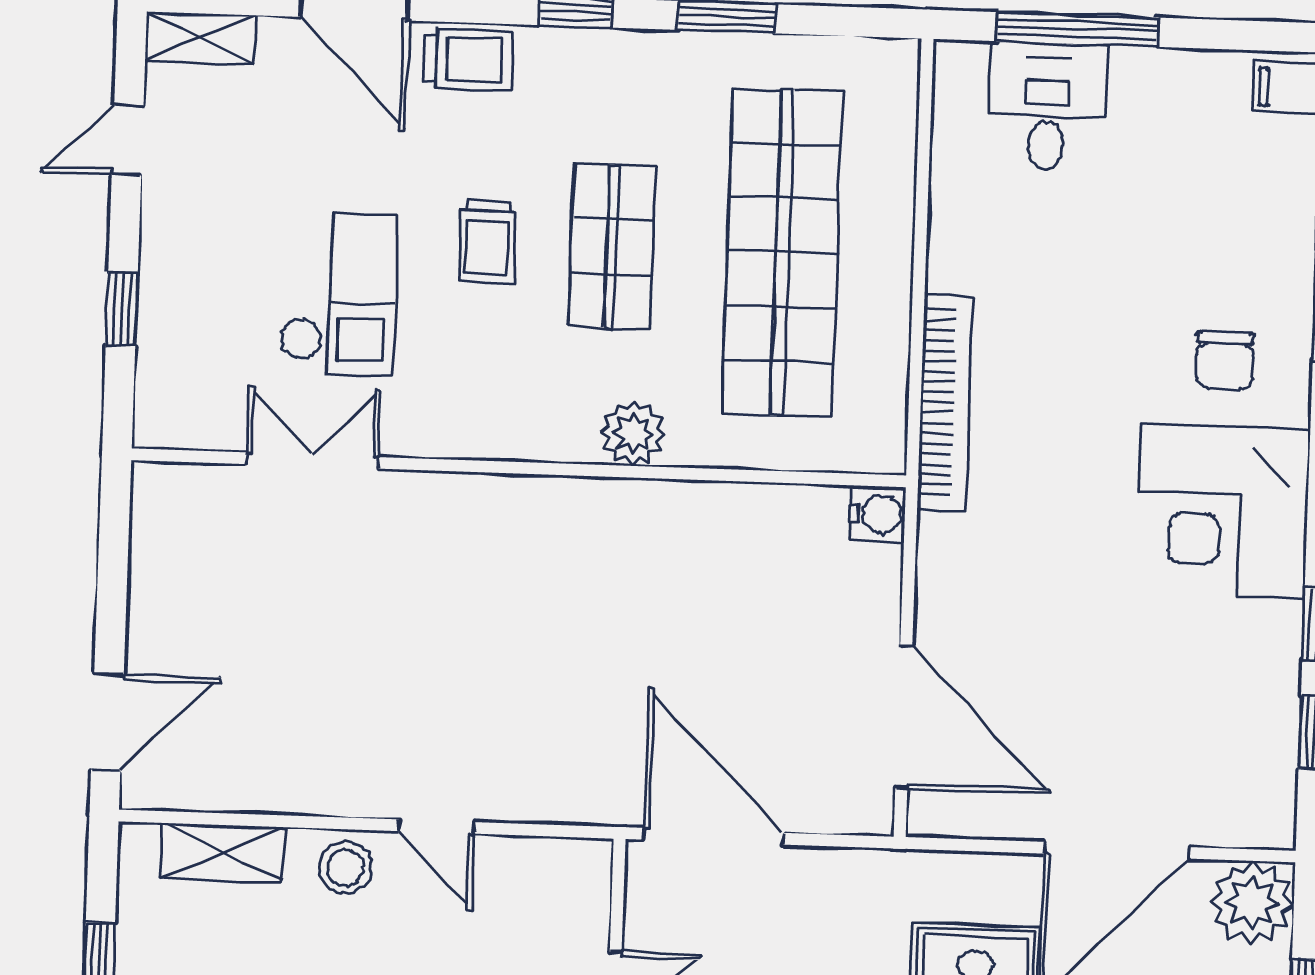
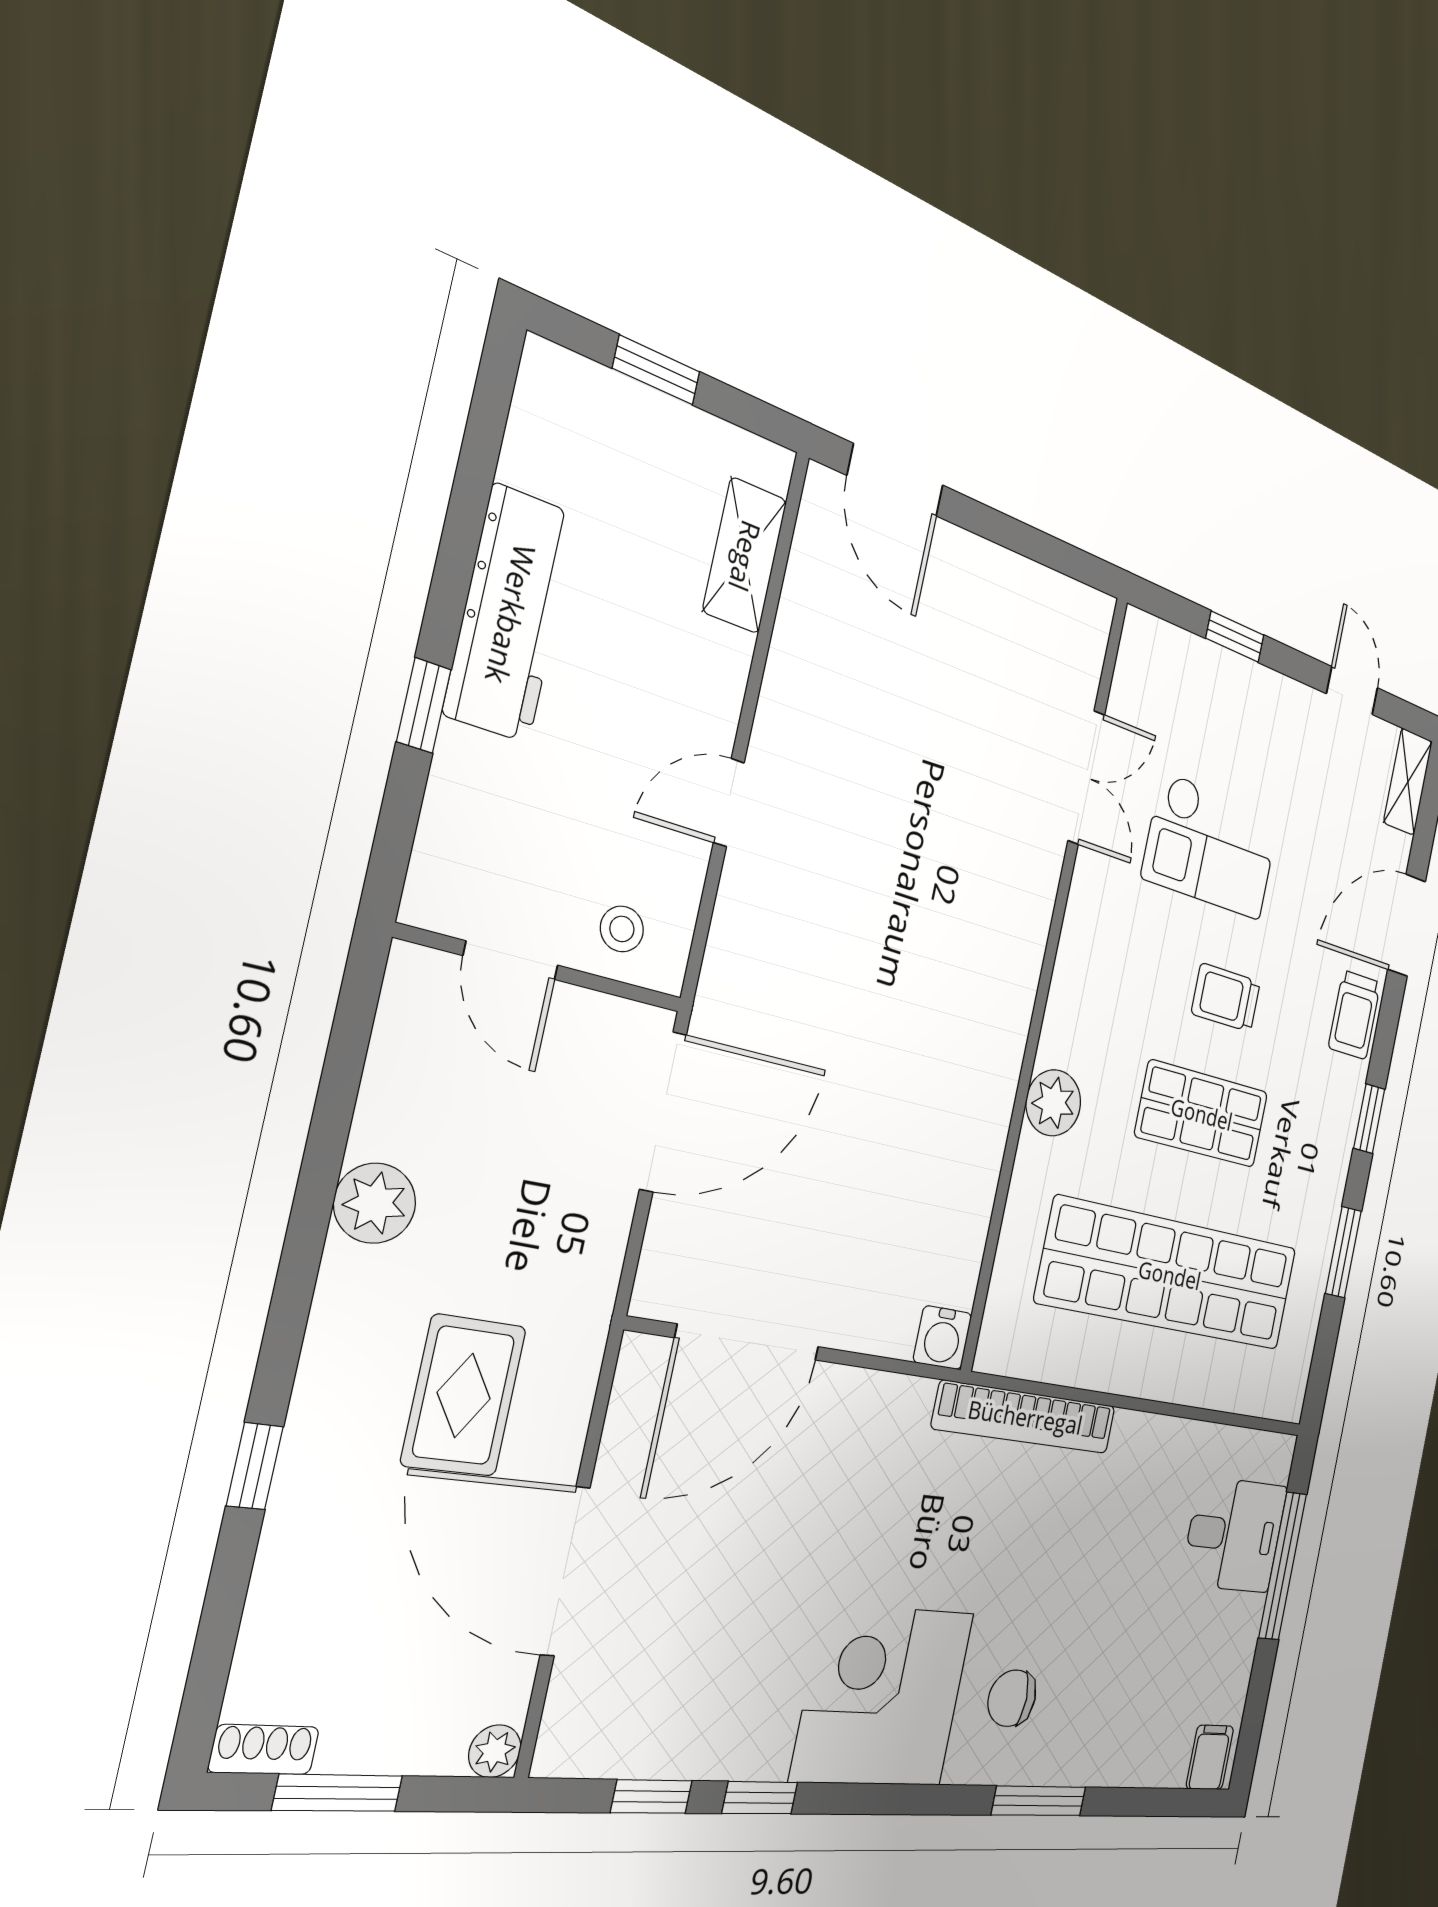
stool: (346, 868) -> (622, 929), moved, width x0.73, depth x0.73
plant: (1252, 903) -> (495, 1751), width x0.53, depth x0.53

